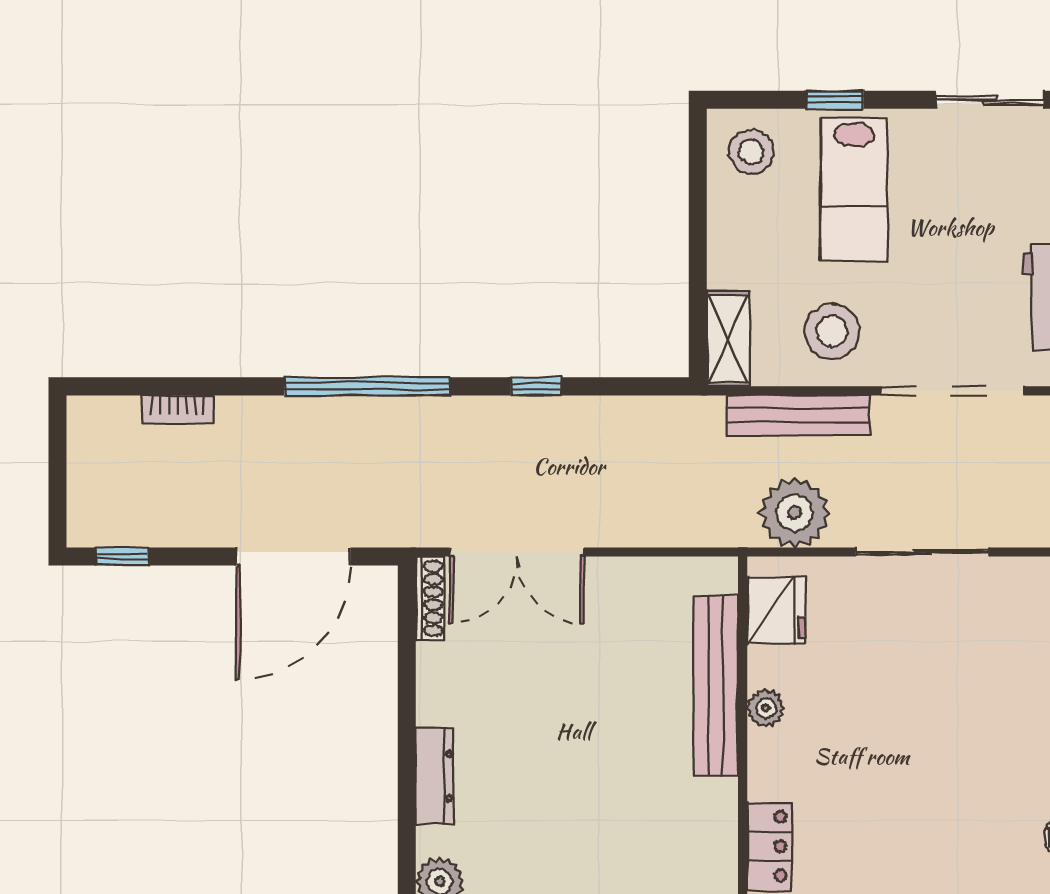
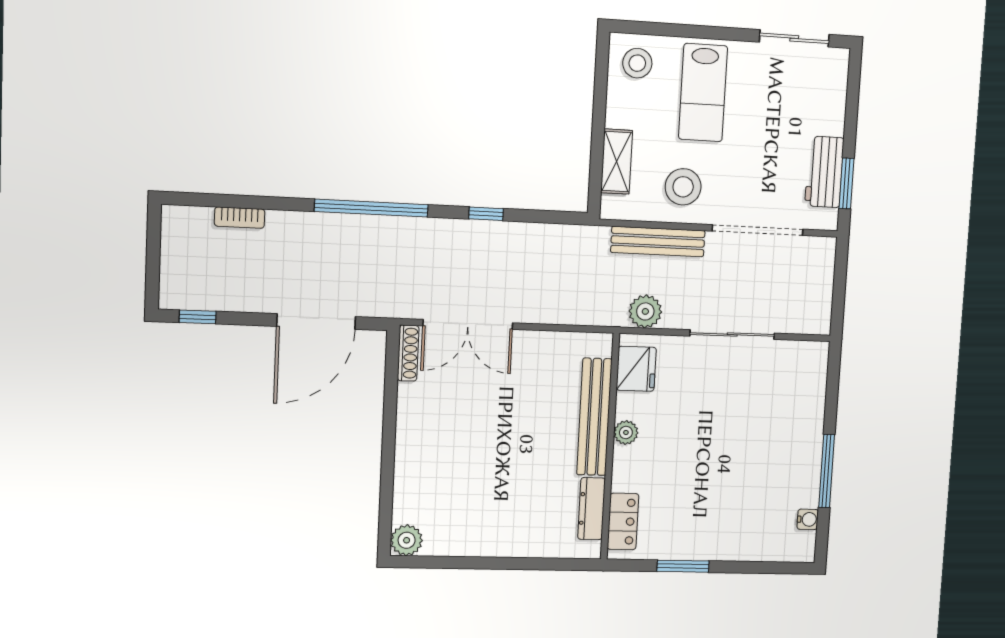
window: (835, 100) -> (694, 32), removed
shelving: (728, 339) -> (617, 162), moved
plant: (794, 513) -> (645, 311), width x0.73, depth x0.73
dresser: (435, 776) -> (592, 509), moved, turned 180

